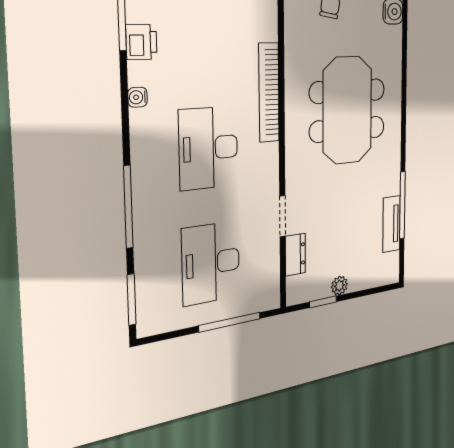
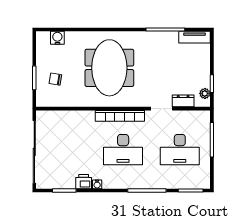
printer: (141, 42) -> (84, 182), moved
bookcase: (269, 93) -> (120, 116), moved
meeting table: (348, 110) -> (109, 68), turned 90
tv unit: (392, 224) -> (195, 37), moved
plant: (339, 286) -> (205, 93), moved

